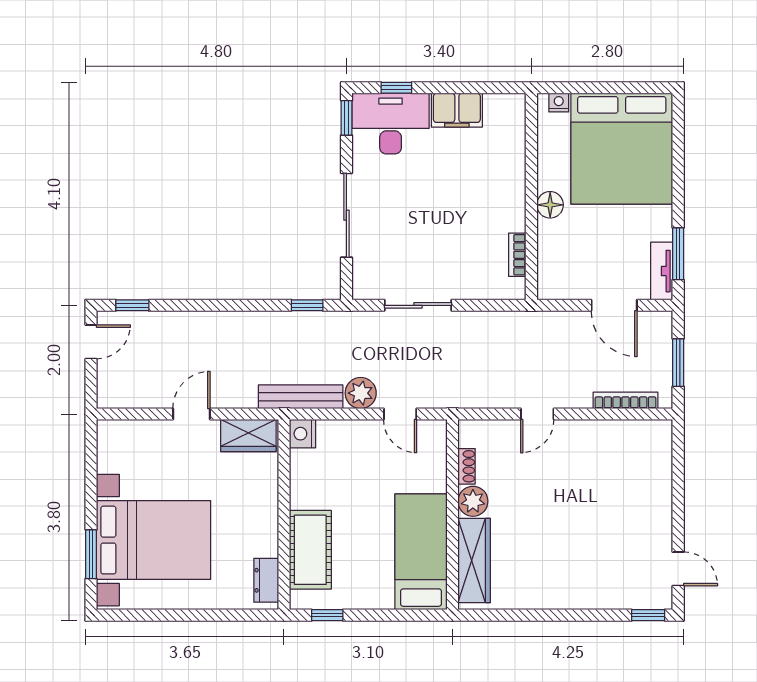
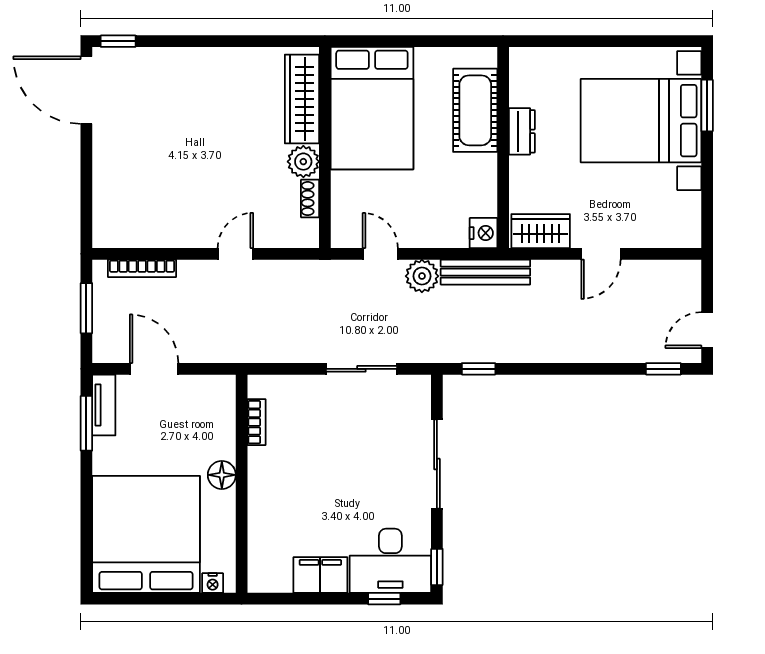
bed: (421, 552) -> (372, 108), width x1.50
door: (678, 569) -> (86, 90), width x1.88
dresser: (266, 580) -> (522, 131), moved
window: (327, 615) -> (457, 41), removed

